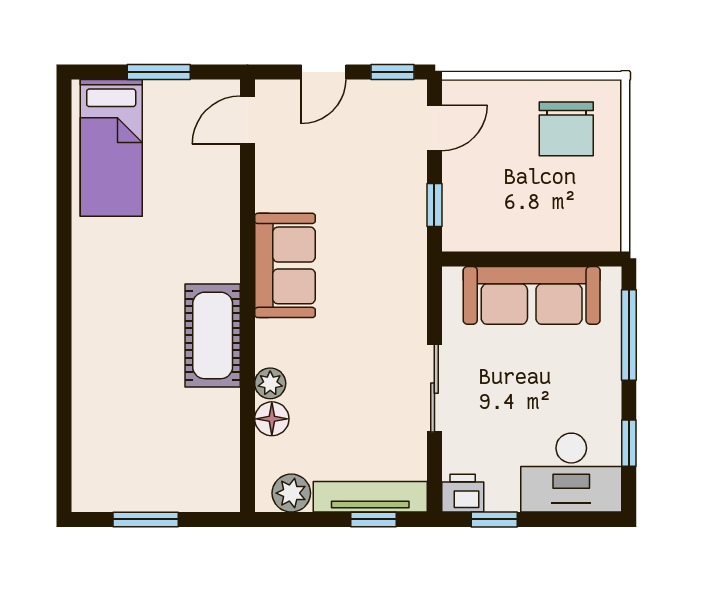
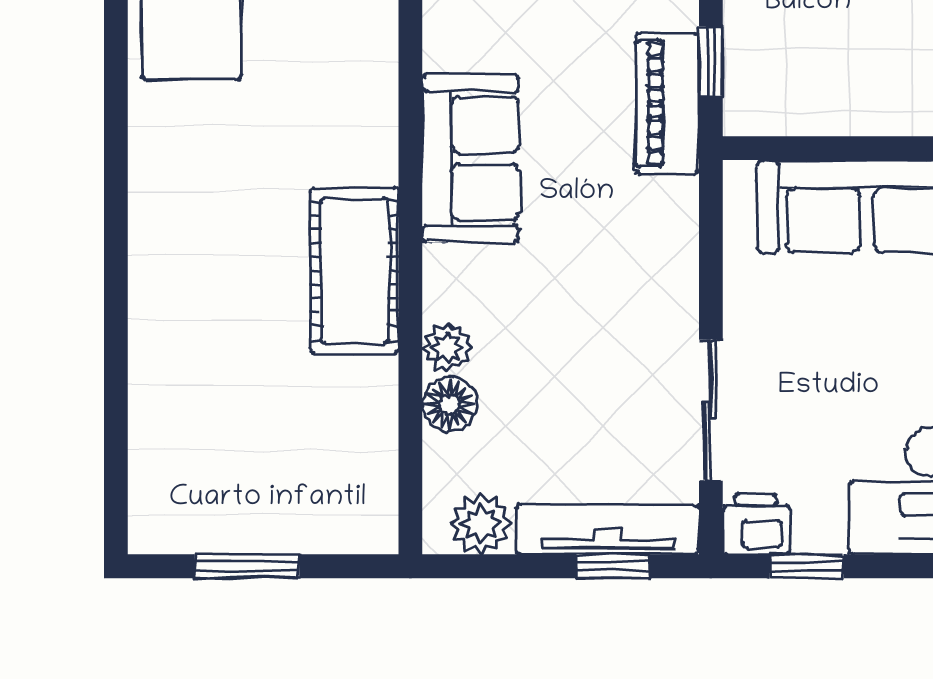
piano: (407, 231) -> (667, 103), added
sliding door: (434, 388) -> (711, 410), moved

